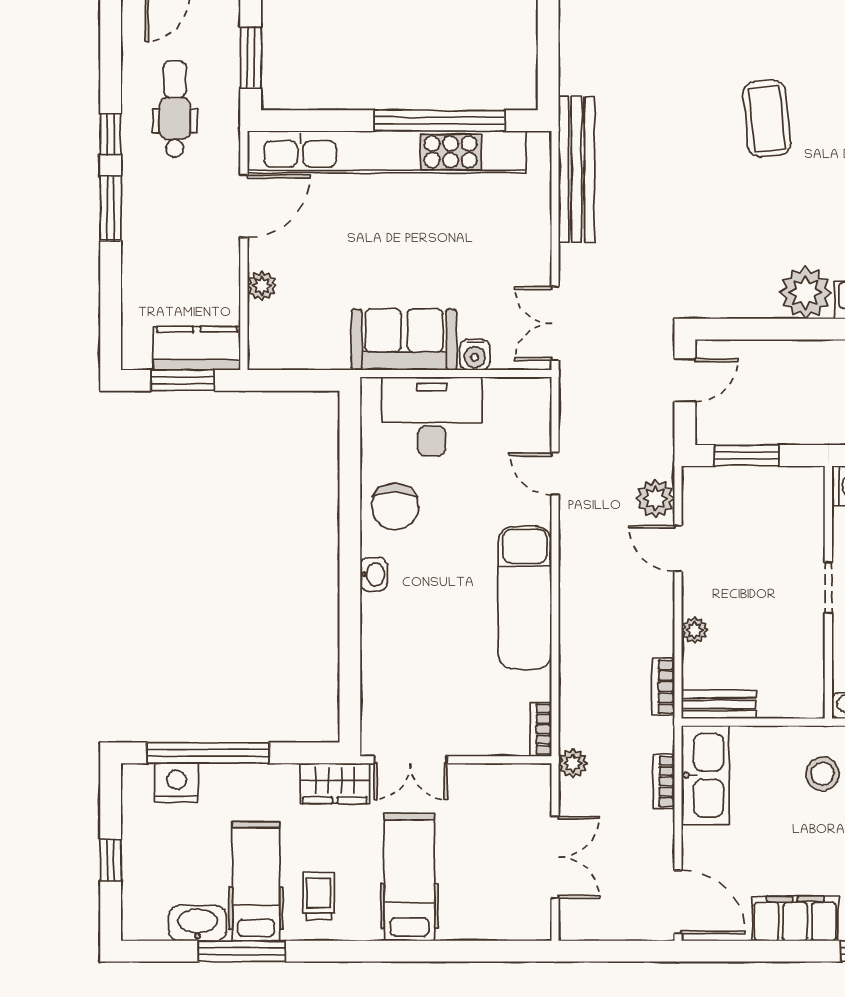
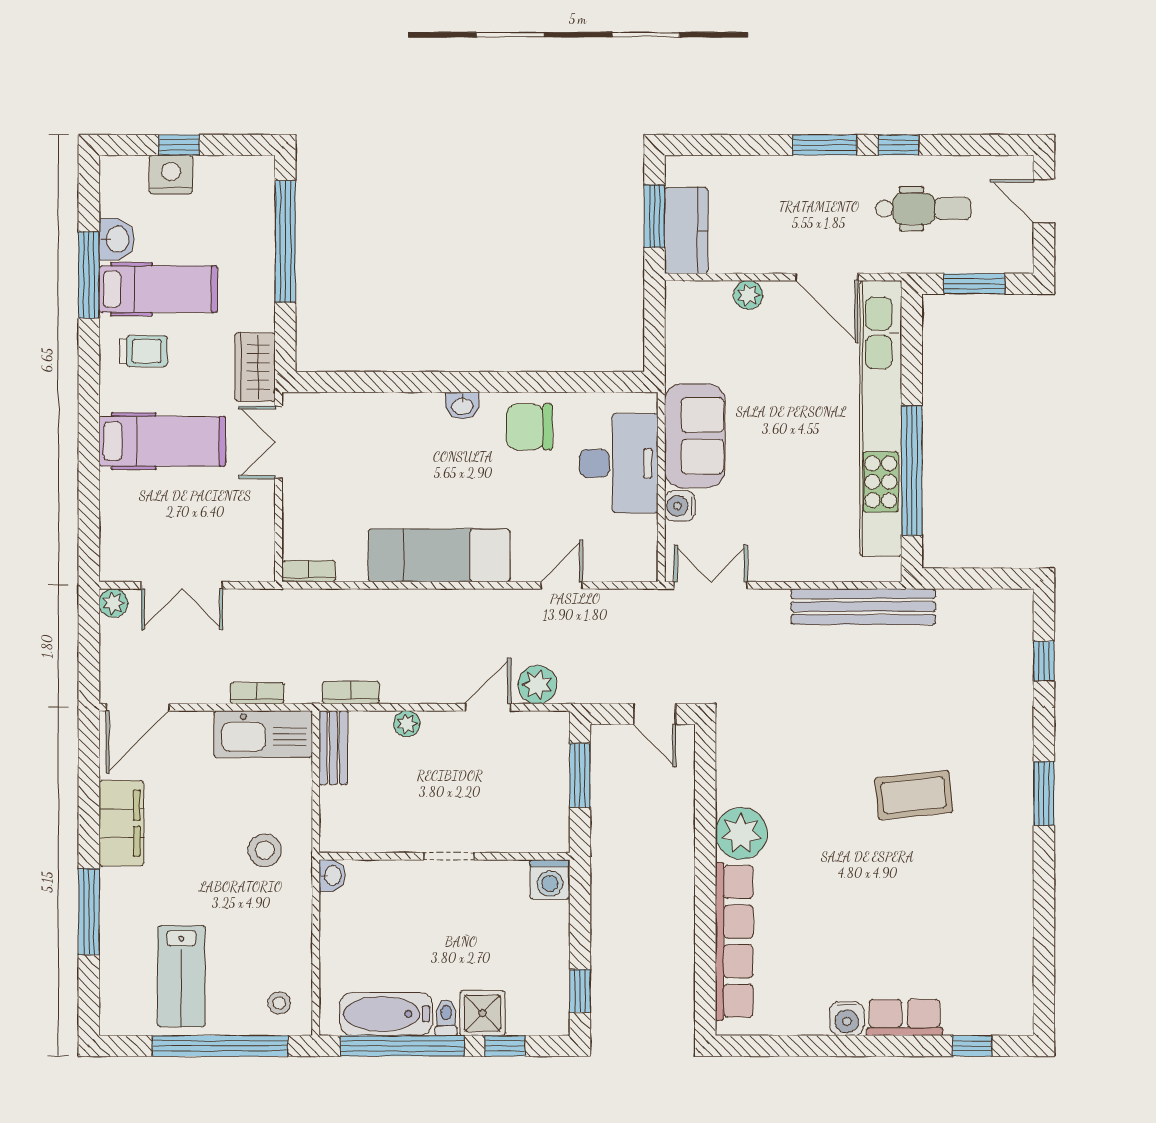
plant: (573, 763) -> (113, 603), moved
nightstand: (177, 783) -> (171, 175), moved, turned -90
washbasin: (198, 923) -> (117, 239), width x0.72

